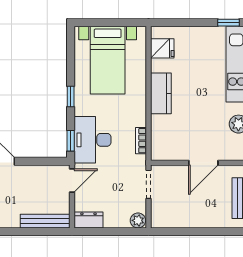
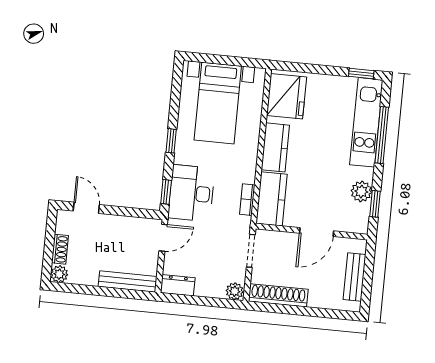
fridge: (162, 48) -> (287, 96), width x1.88, depth x1.34
kitchen counter: (162, 138) -> (272, 199), added
shoe rack: (176, 220) -> (278, 295), added

